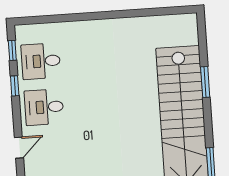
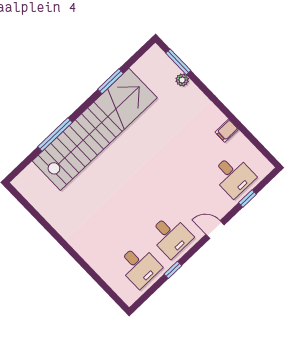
window: (12, 50) -> (149, 293), removed
window: (205, 82) -> (55, 135), width x1.44

